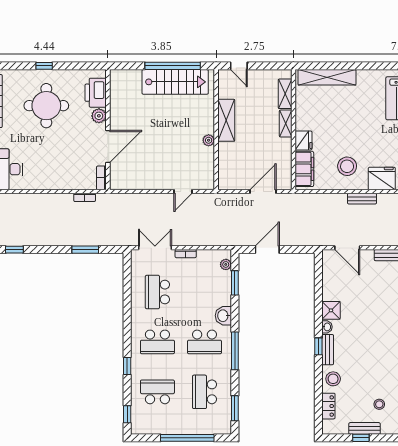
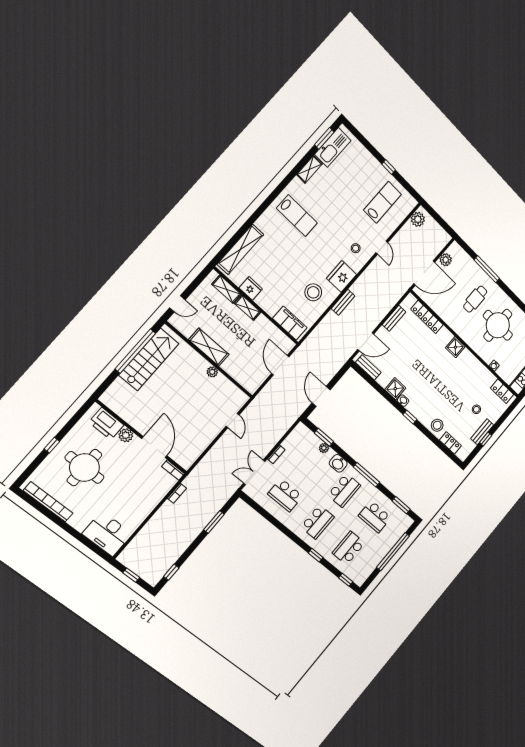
fridge: (303, 140) -> (251, 288), moved
plant: (226, 264) -> (324, 448), moved
bench: (328, 350) -> (368, 367), moved

